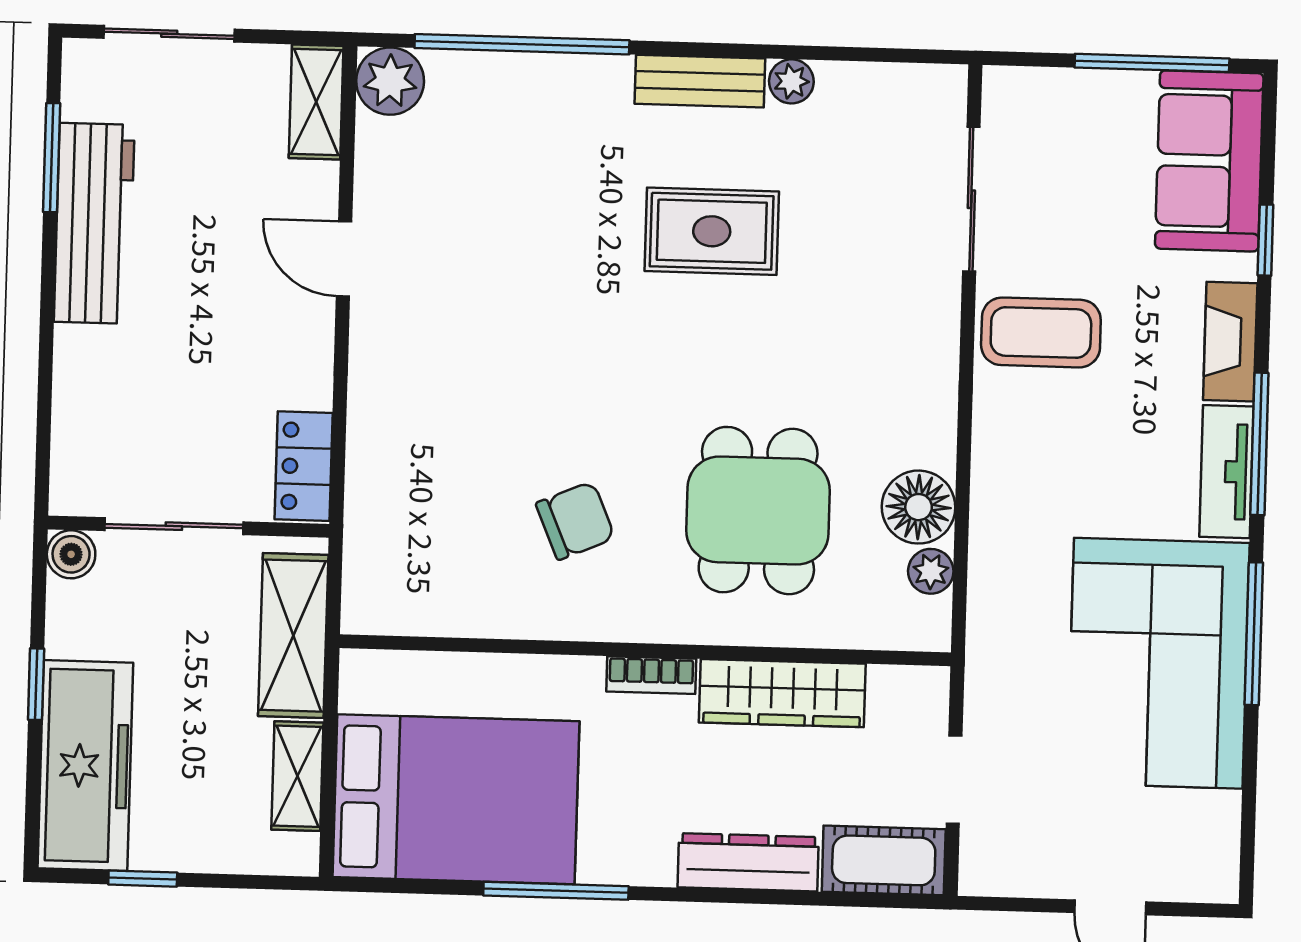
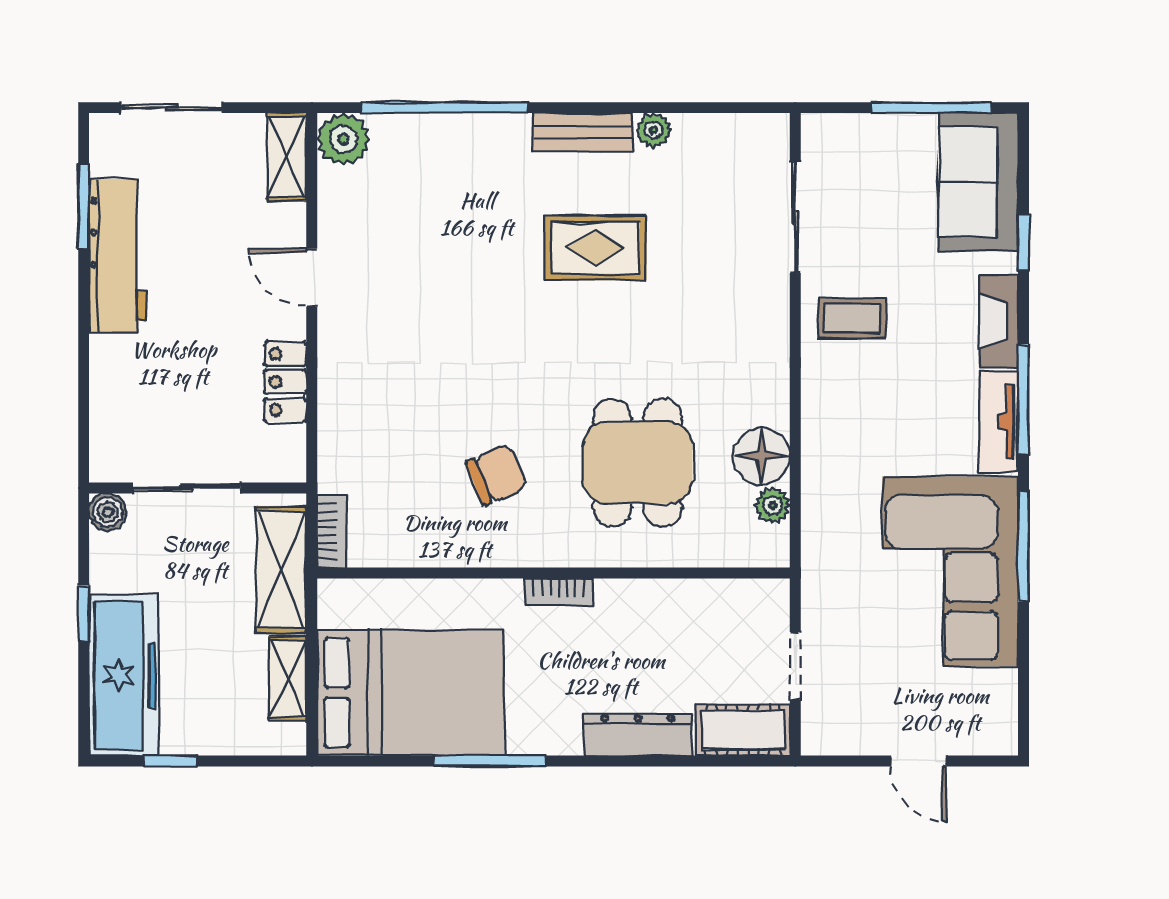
coffee table: (1041, 332) -> (852, 318), width x0.73, depth x0.77
locker: (304, 466) -> (285, 382), moved
bookcase: (360, 587) -> (332, 531), added
wardrobe: (782, 693) -> (660, 603), removed

